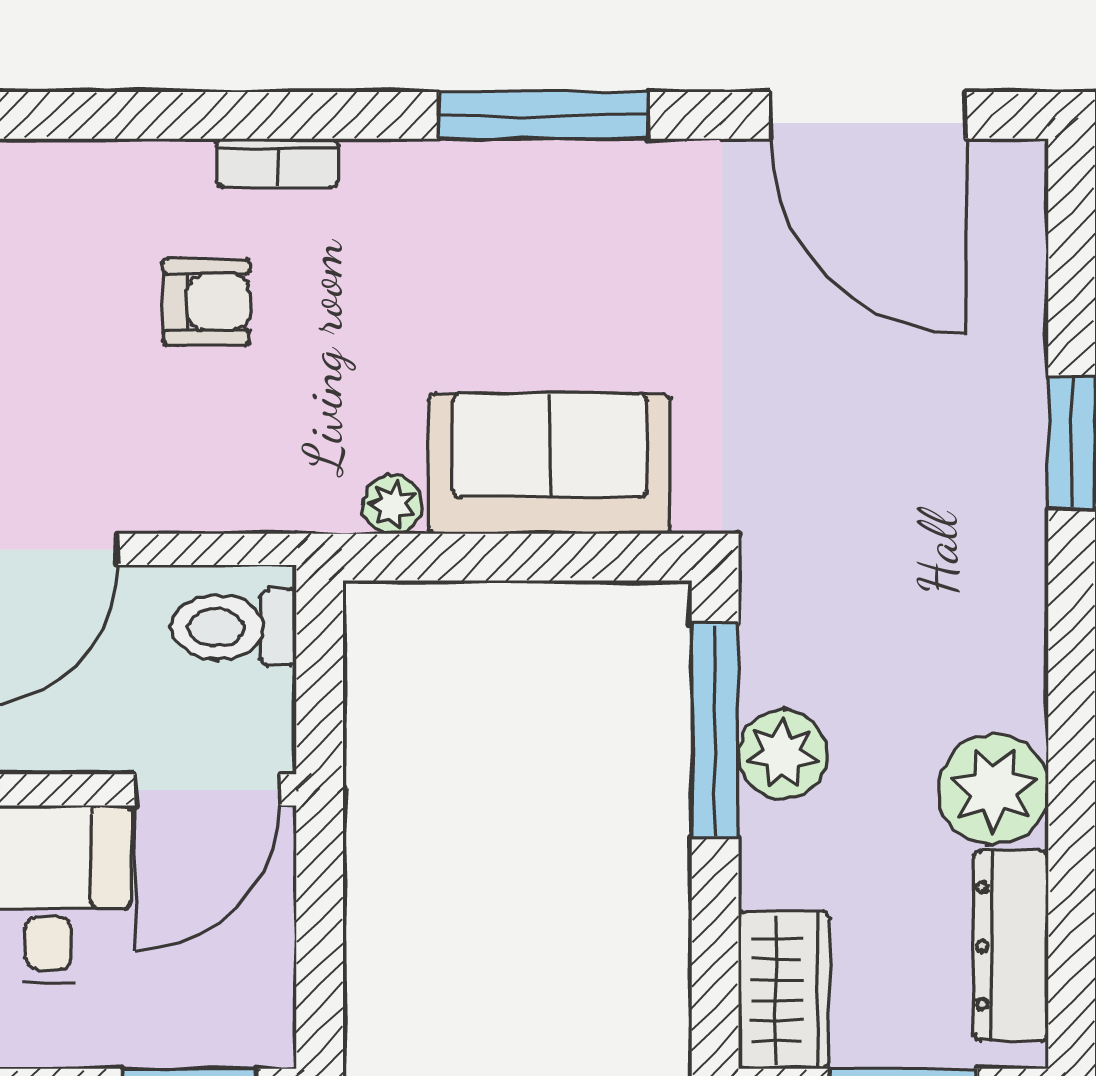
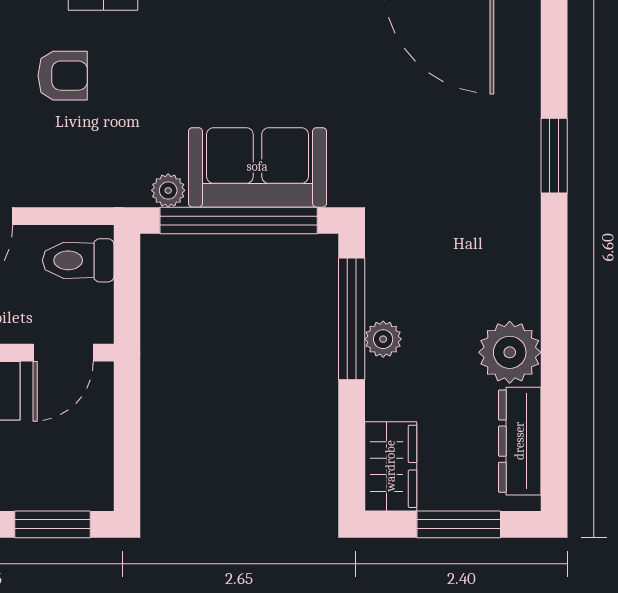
window: (516, 557) -> (239, 220), added
plant: (783, 754) -> (383, 339), width x0.73, depth x0.73
door: (207, 790) -> (63, 353), width x0.73

